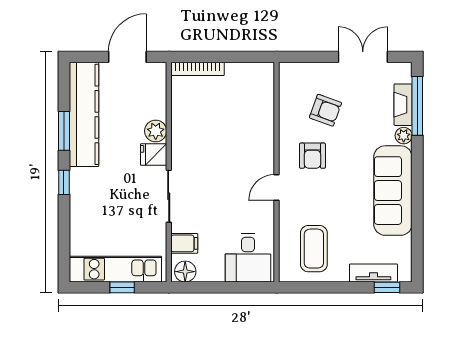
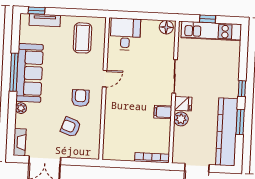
fireplace: (403, 105) -> (20, 142), moved
window: (417, 106) -> (14, 72), moved
filing cabinet: (184, 243) -> (163, 112), moved

